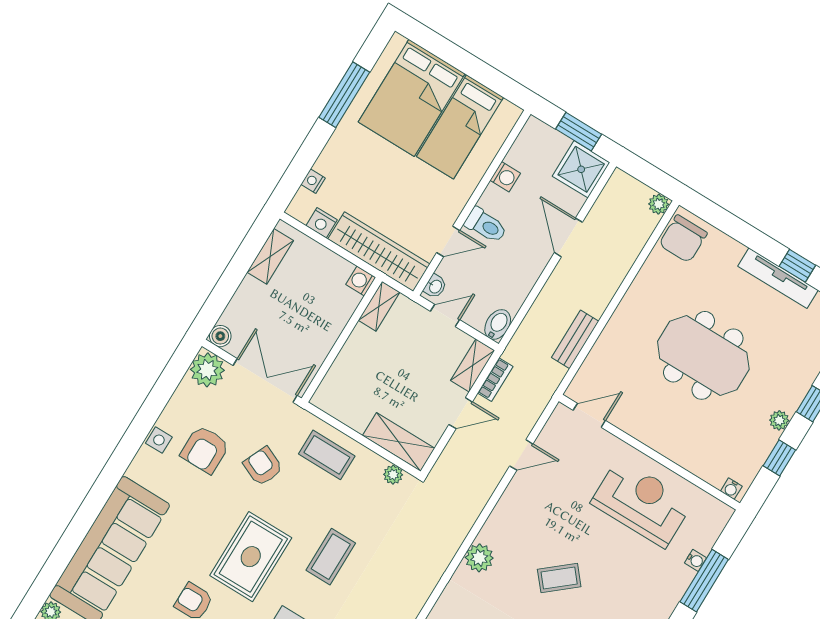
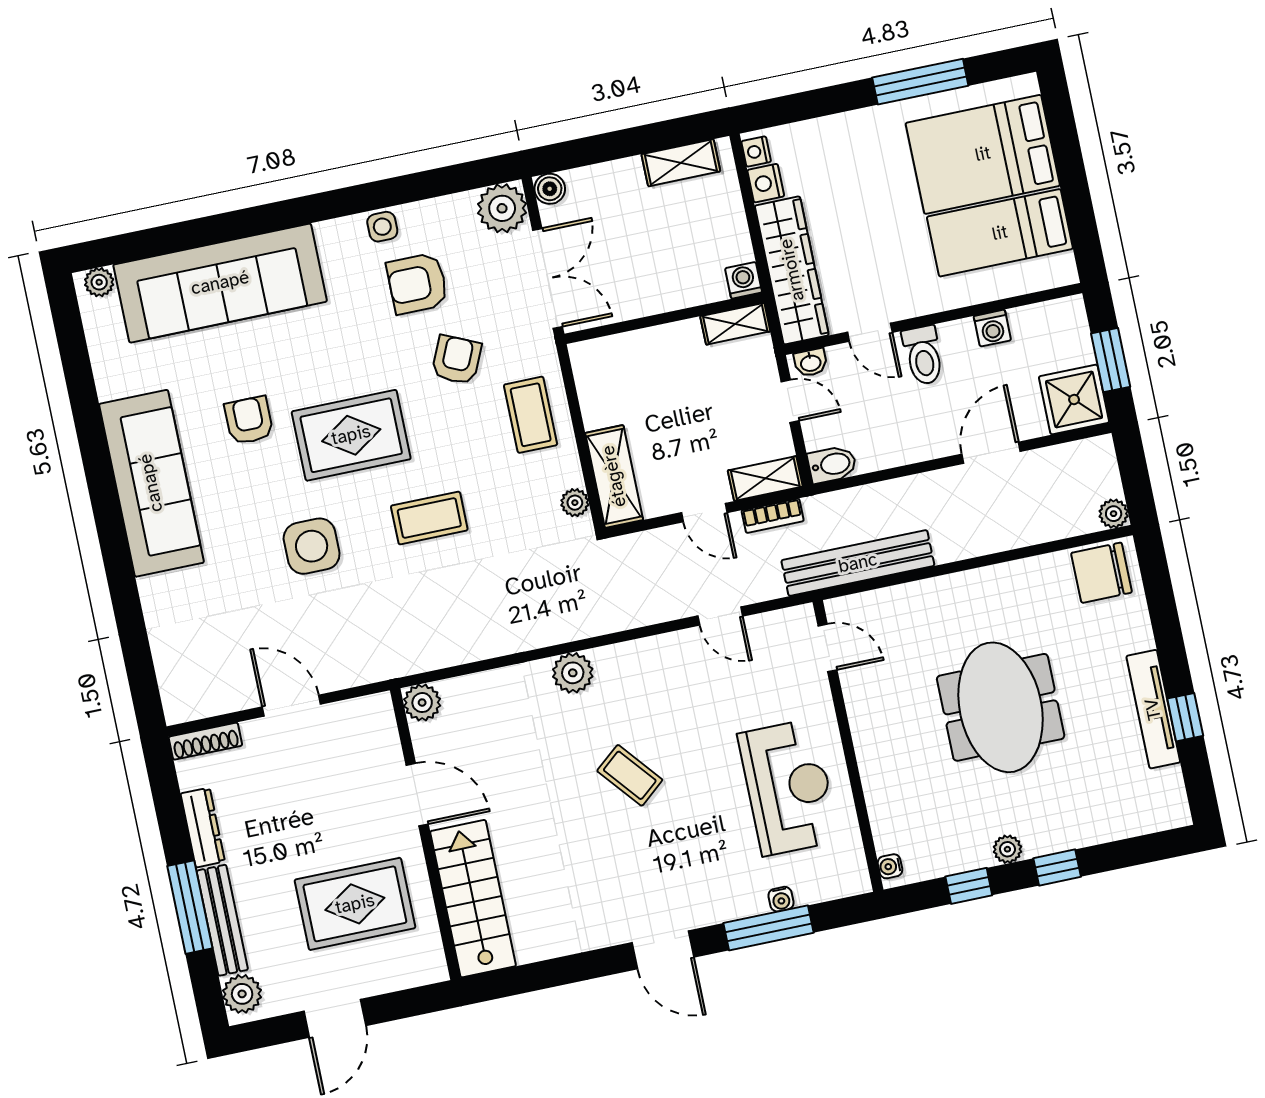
nightstand: (313, 181) -> (756, 151), moved, turned -90
bench: (575, 339) -> (858, 563), width x1.86, depth x1.21

